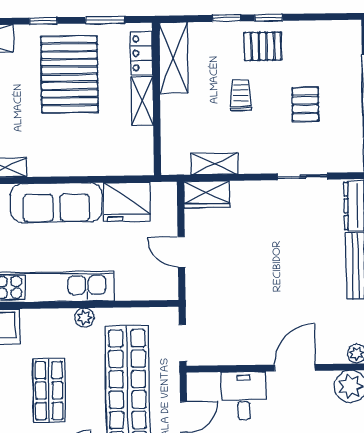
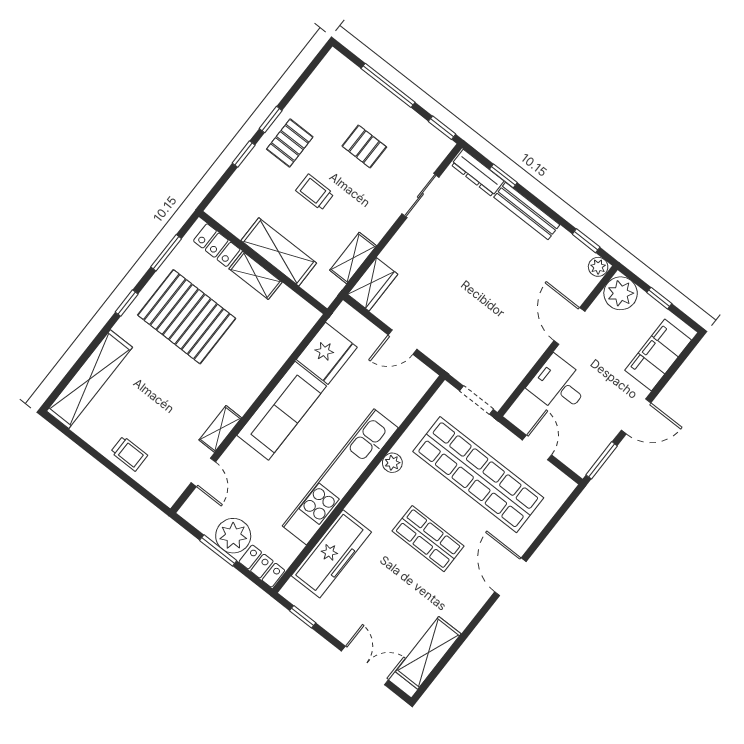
shelving: (174, 58) -> (279, 252), moved

